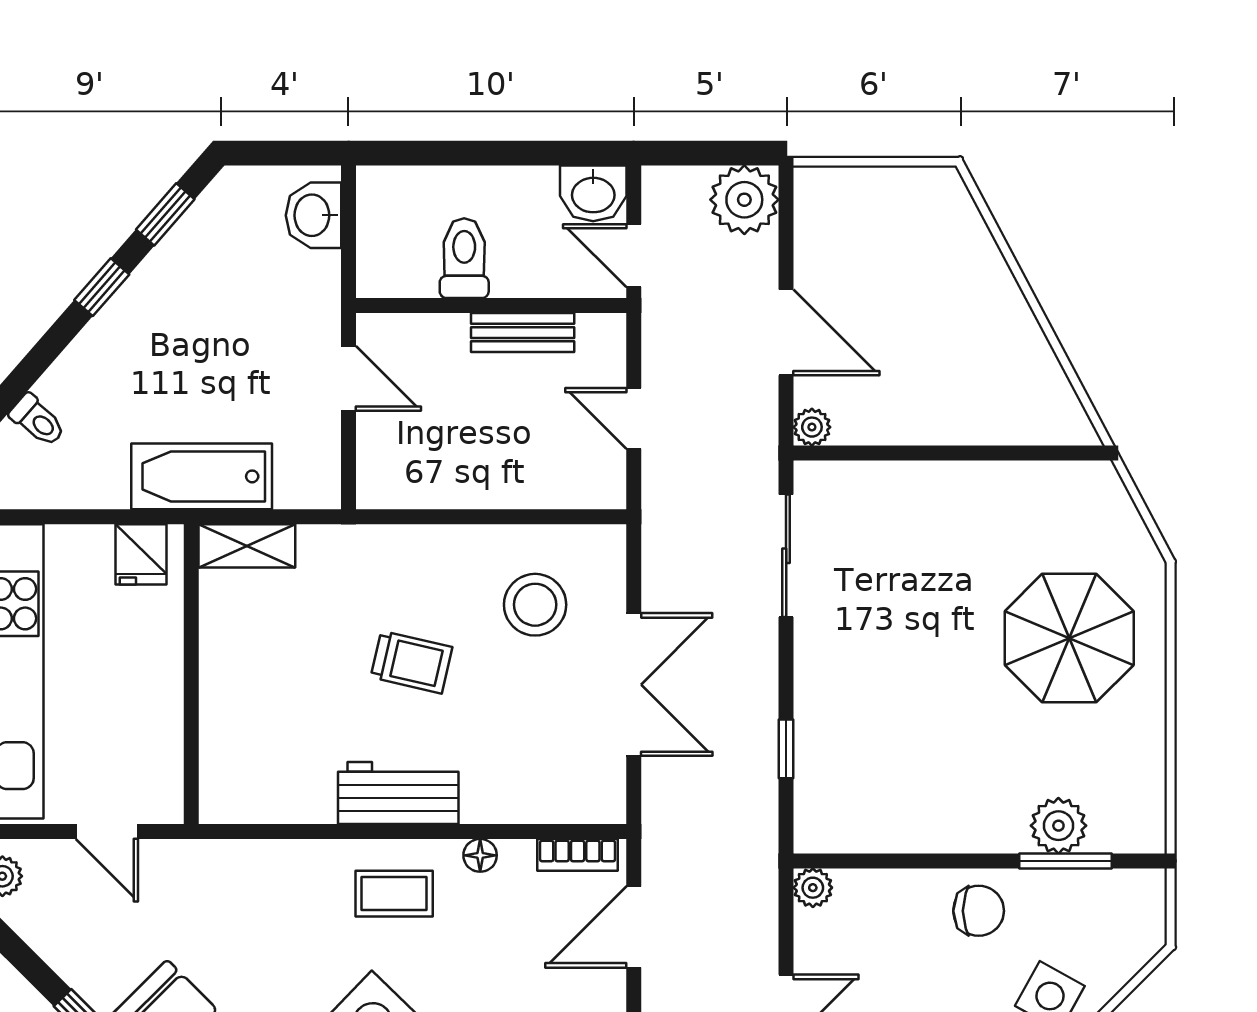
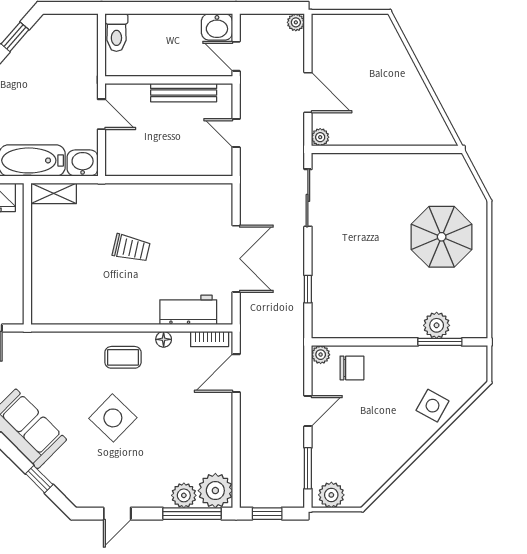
plant: (744, 200) -> (296, 22), width x0.53, depth x0.53
washbasin: (314, 215) -> (83, 163), moved, turned 90
toilet: (464, 258) -> (116, 33), moved, turned 180
bench: (523, 333) -> (184, 93), width x1.36
stool: (535, 605) -> (190, 221), removed
workbench: (398, 793) -> (188, 310), moved
chair: (979, 911) -> (352, 368), moved

